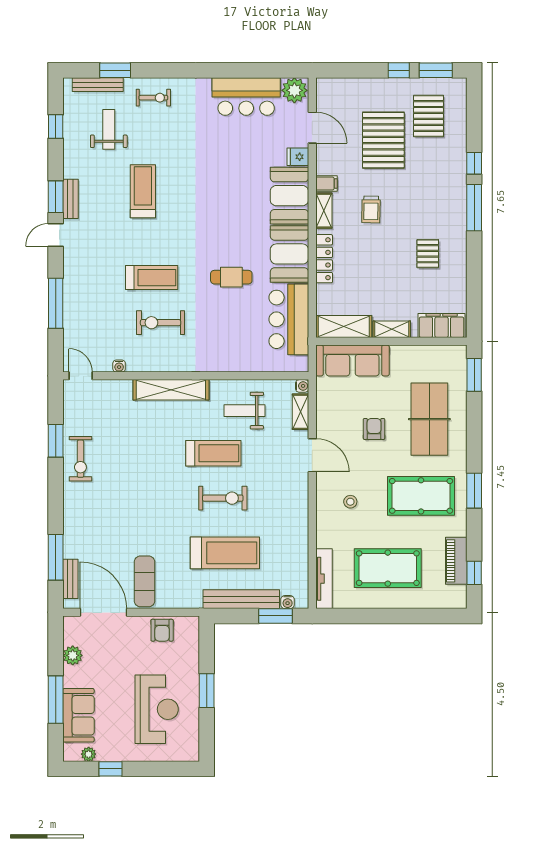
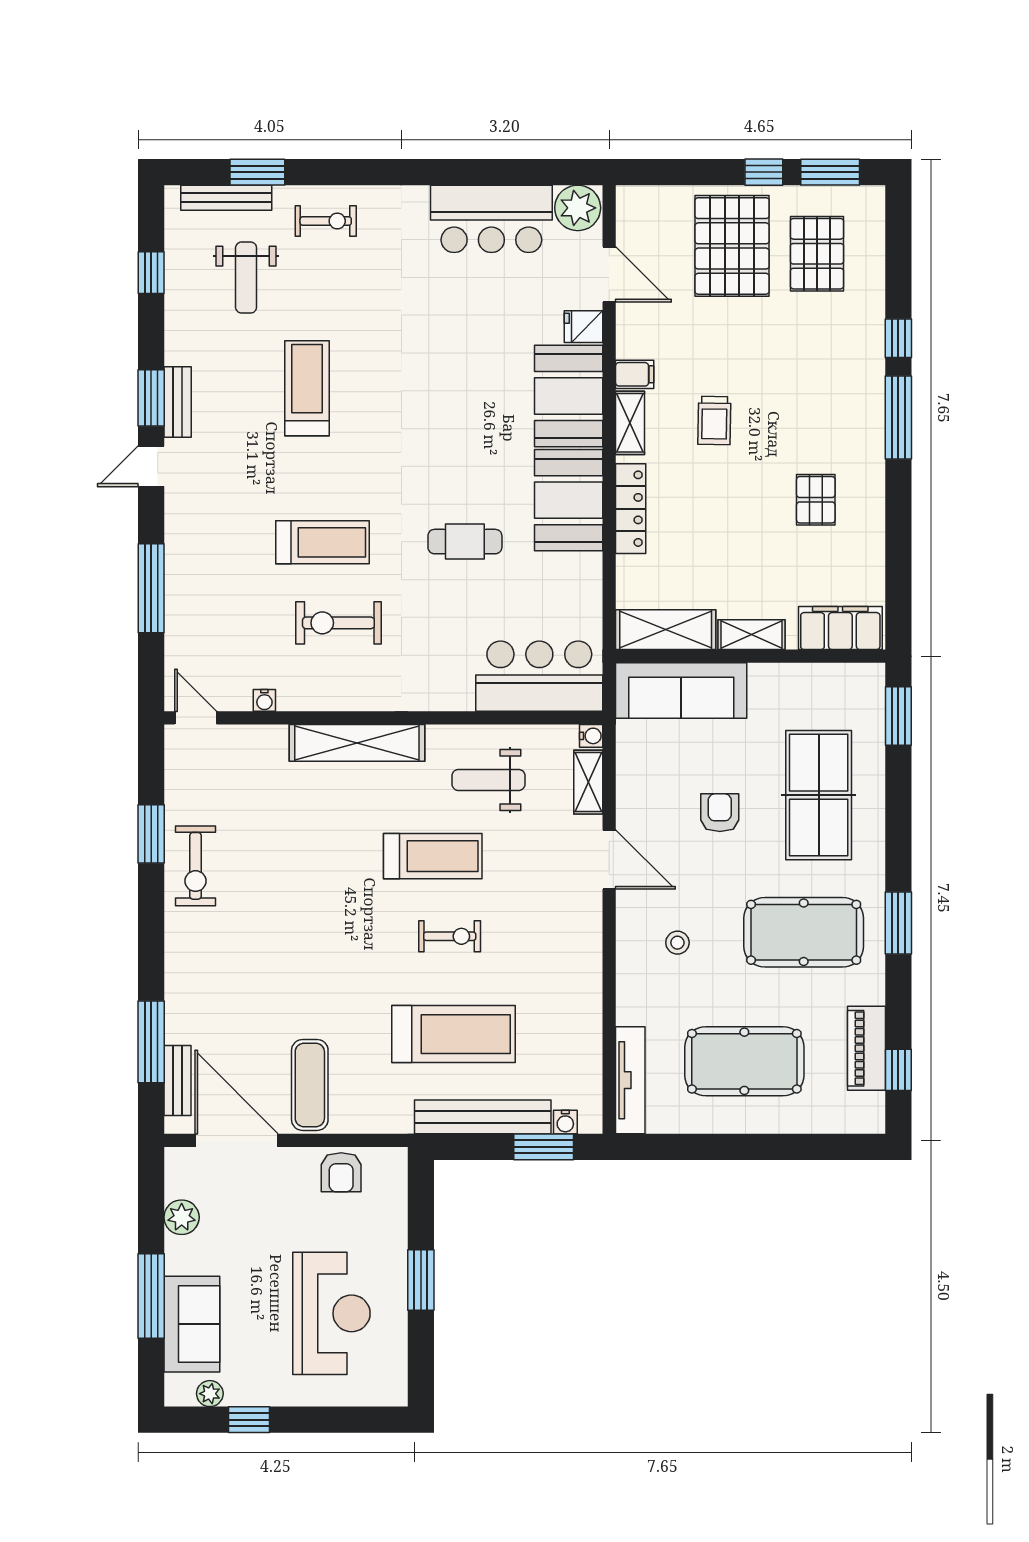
weight bench: (109, 129) -> (246, 278), turned 180
pallet: (383, 140) -> (732, 246), moved
bar counter: (289, 319) -> (539, 676), moved, turned 90
exercise bike: (223, 498) -> (450, 936), width x0.73, depth x0.72

